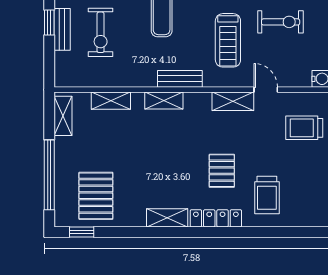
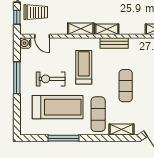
door: (266, 90) -> (42, 36), moved
shelving: (164, 101) -> (107, 29), moved

